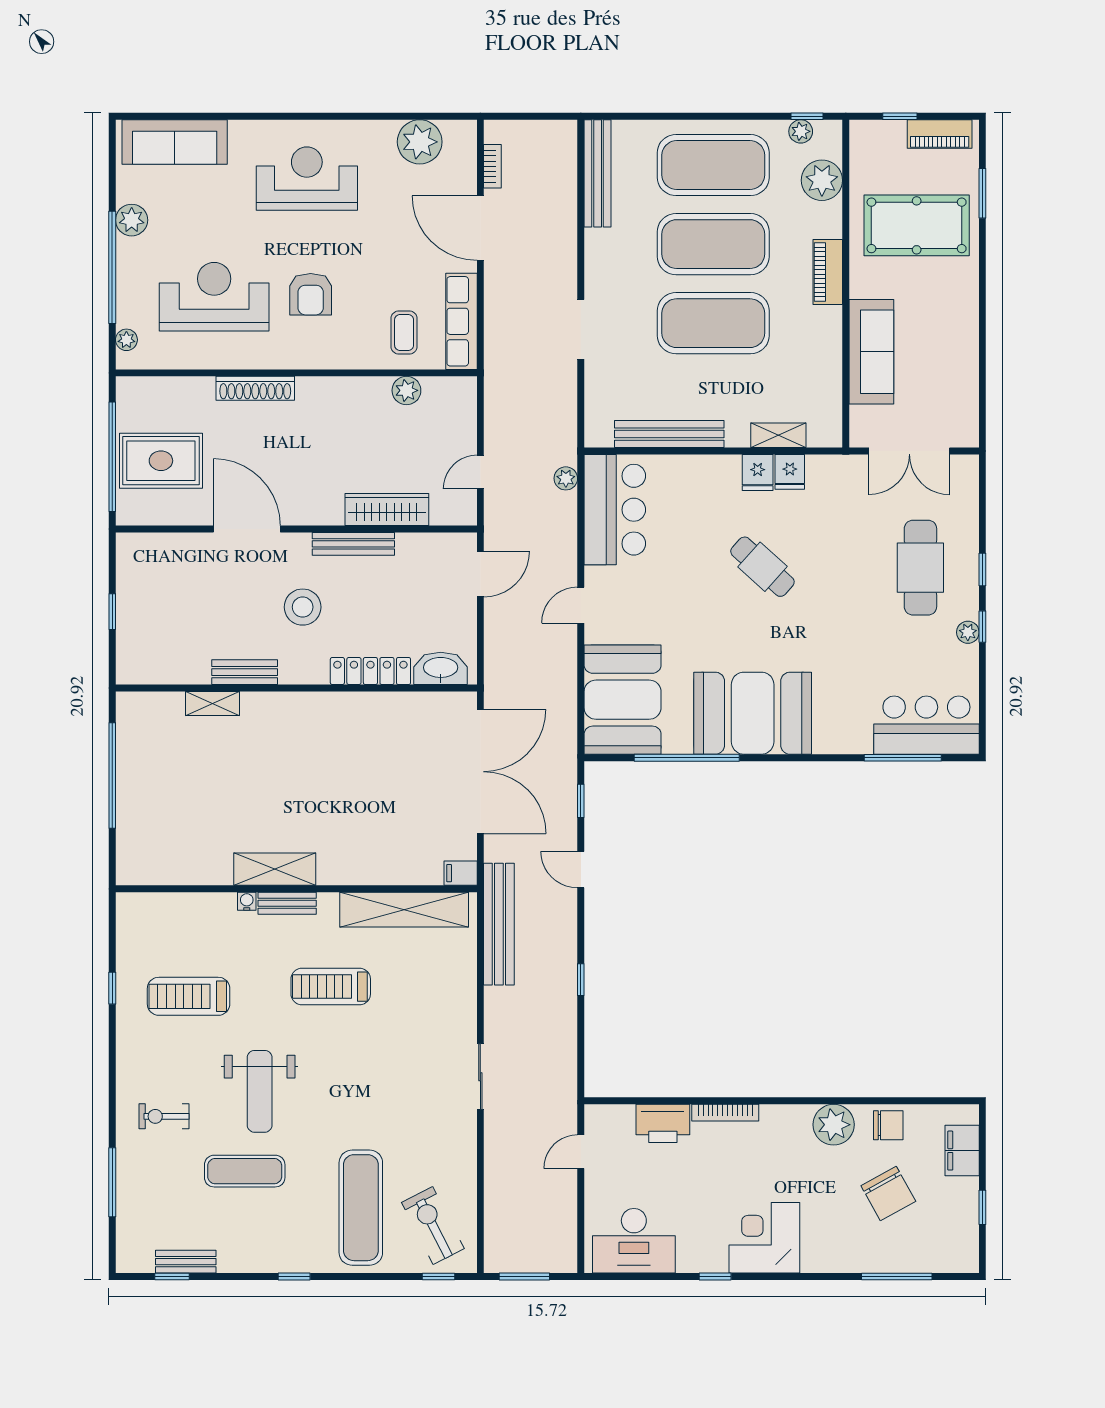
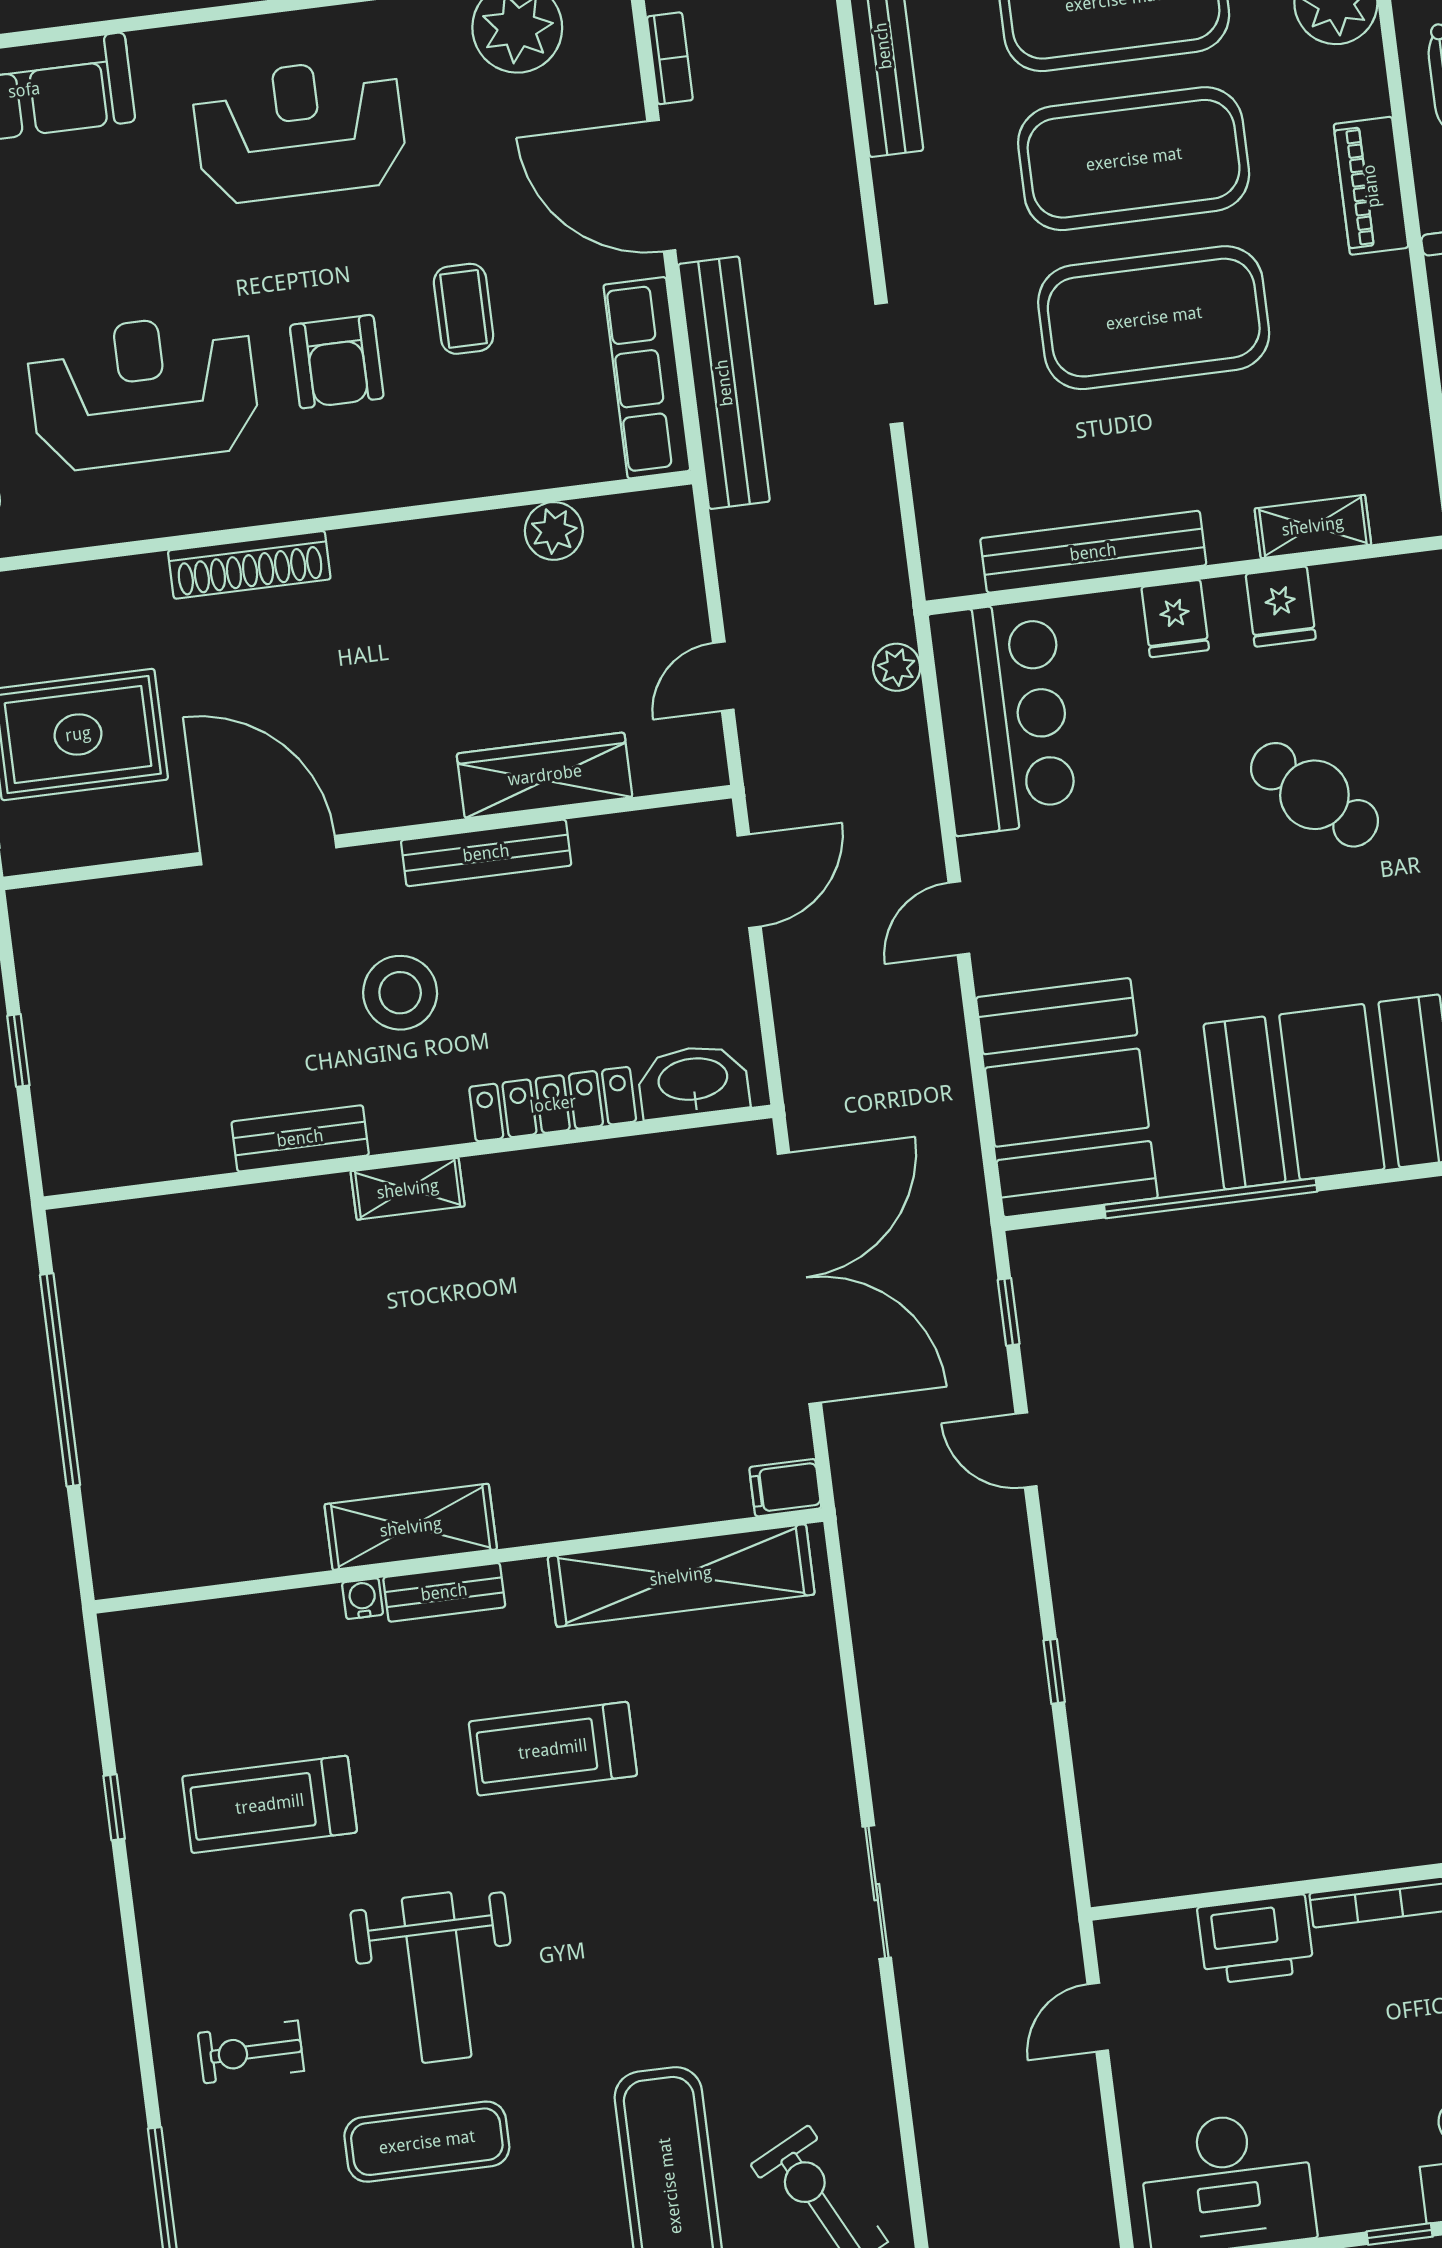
coffee table: (404, 332) -> (464, 309), moved
fridge: (790, 472) -> (1175, 619), moved
shelving: (212, 703) -> (408, 1189), moved
bench: (499, 924) -> (724, 383), moved

